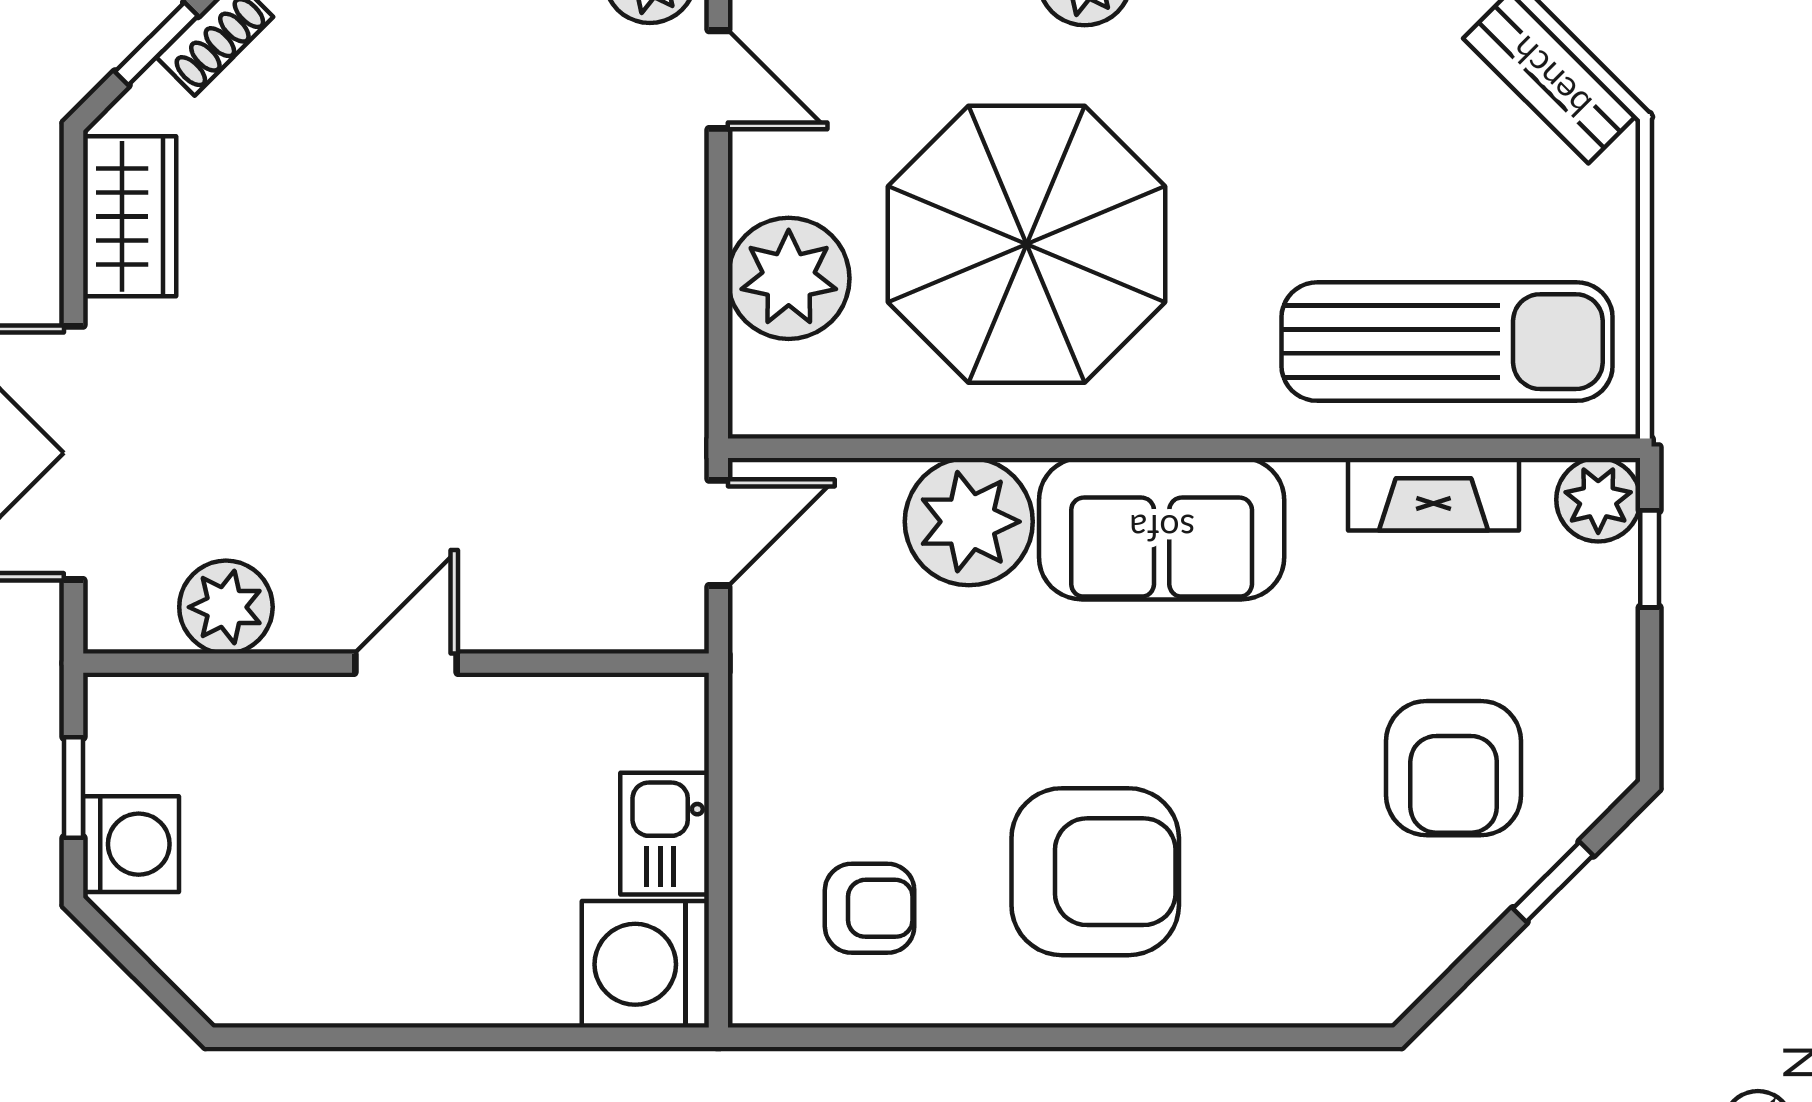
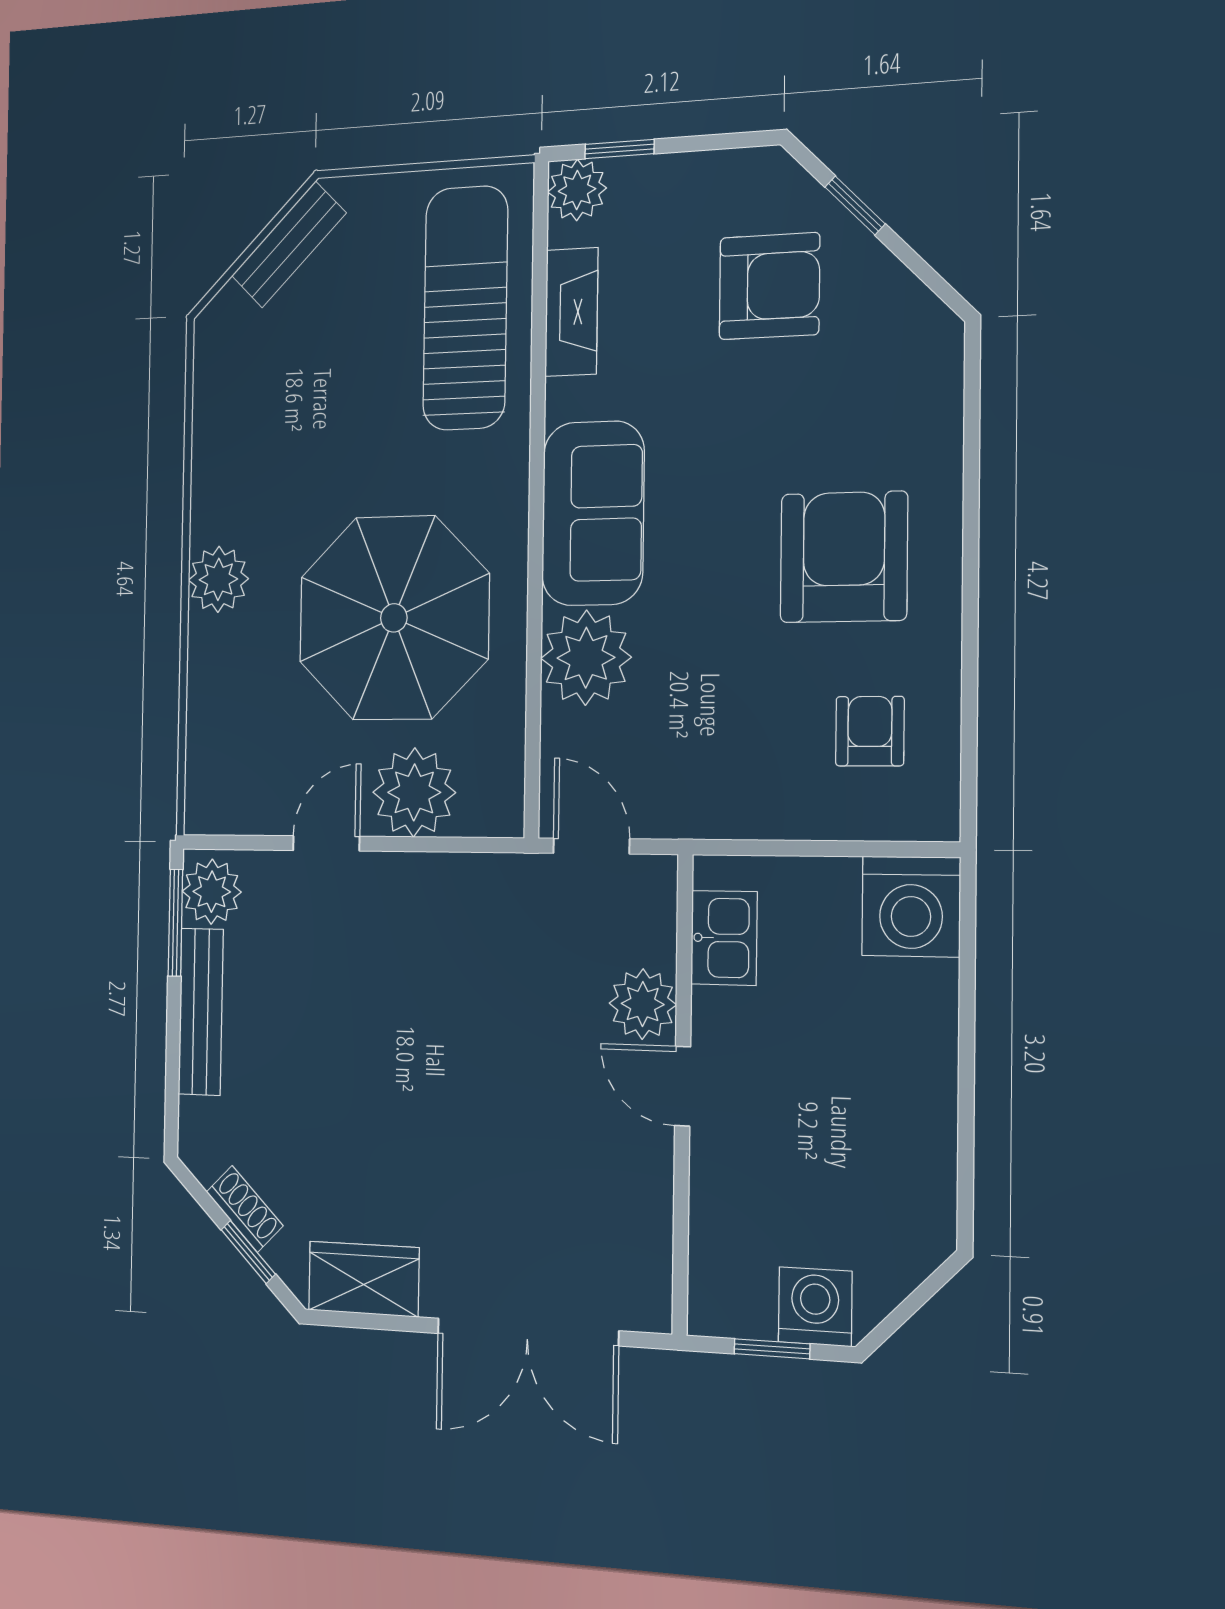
door: (718, 80) -> (326, 843), moved
plant: (226, 607) -> (643, 1004), moved
kitchen sink: (665, 834) -> (724, 938), moved, turned -90

